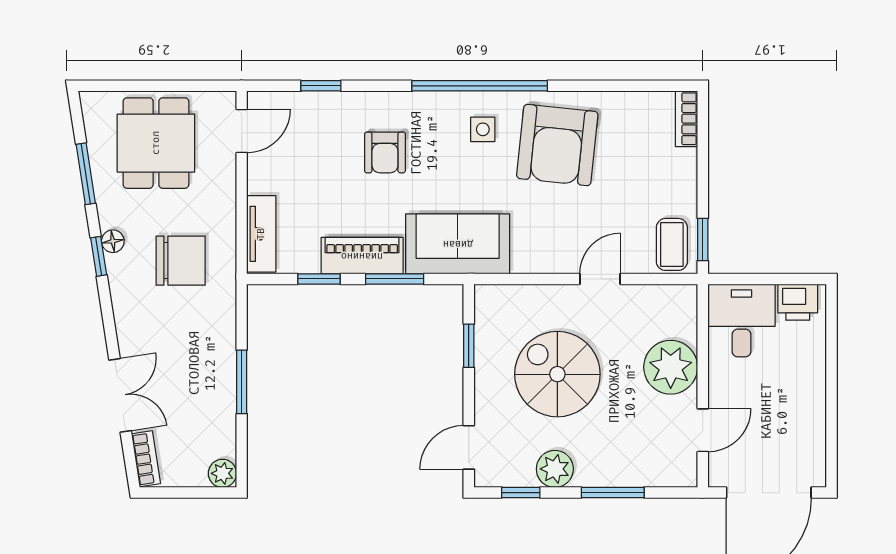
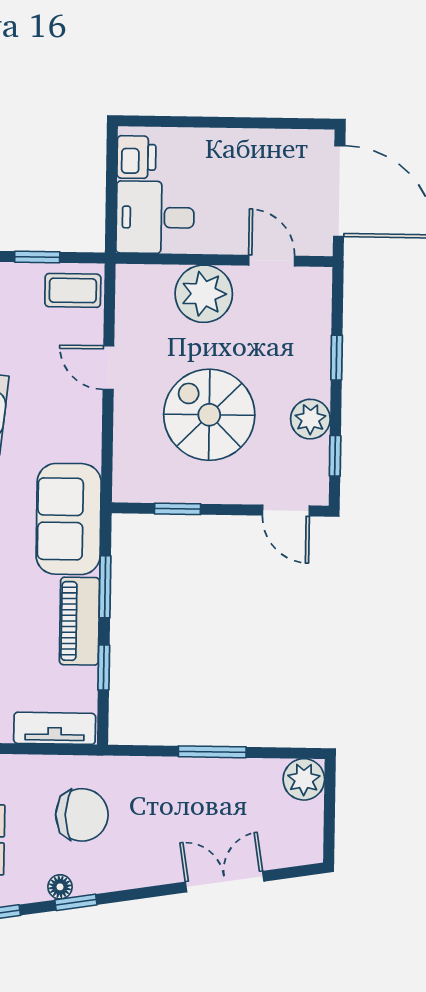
window: (703, 239) -> (37, 257), moved
chair: (181, 261) -> (82, 815), turned 90
spiral stairs: (557, 374) -> (209, 415), turned 90
bookcase: (146, 459) -> (293, 855), removed
plant: (222, 473) -> (304, 779), width x1.38, depth x1.38
window: (613, 493) -> (337, 358), width x0.67

